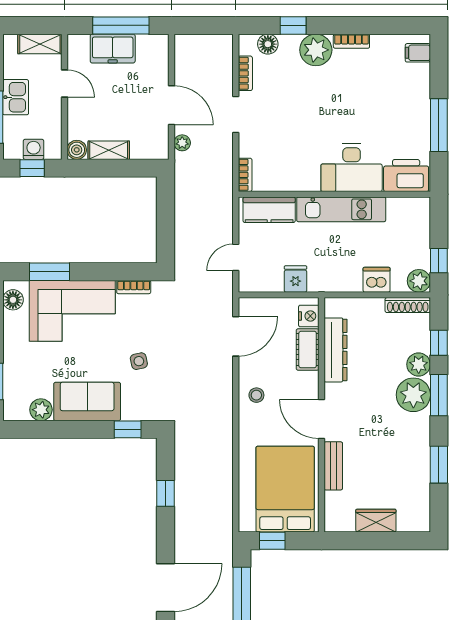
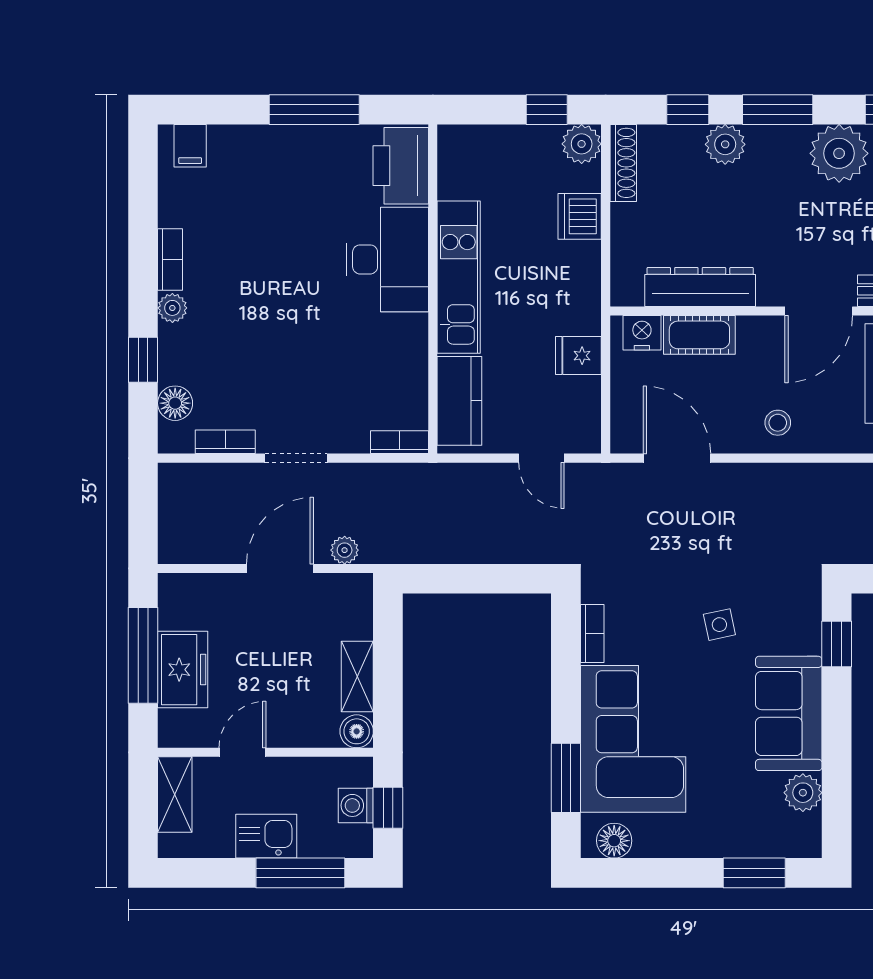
plant: (316, 50) -> (172, 308), width x0.53, depth x0.53
plant: (413, 395) -> (839, 153), moved

